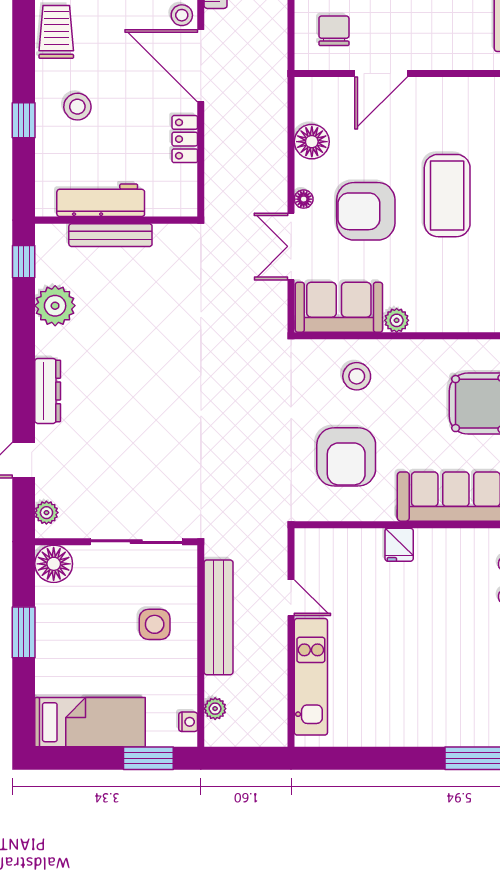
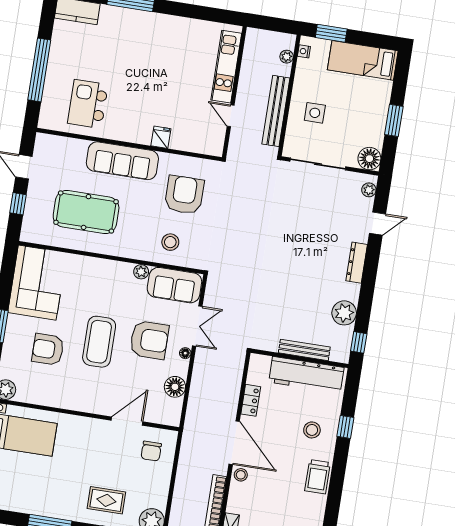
workbench: (101, 200) -> (306, 375), width x1.36, depth x1.32

